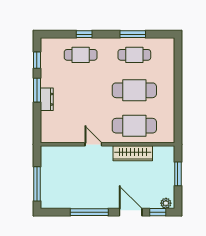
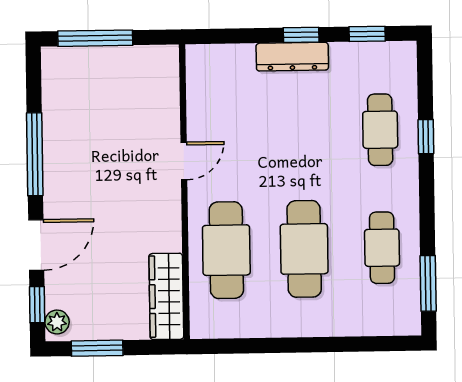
window: (133, 34) -> (428, 283), moved
window: (37, 90) -> (301, 35), width x0.67
dresser: (47, 99) -> (292, 57), width x1.44
wardrobe: (133, 153) -> (166, 296), moved
window: (178, 174) -> (97, 348), moved

